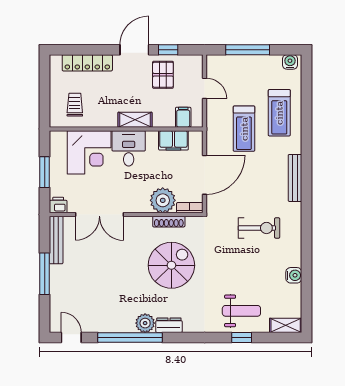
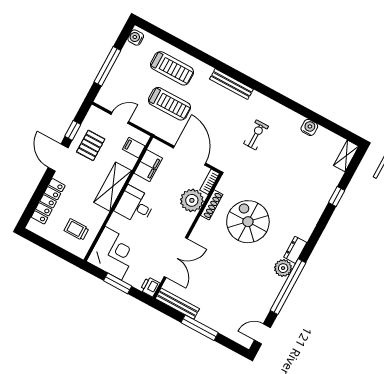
pallet: (163, 75) -> (91, 145), turned 90
shelving: (135, 120) -> (113, 187), width x1.50, depth x1.33
corner desk: (89, 152) -> (113, 253), moved
exercise bike: (259, 228) -> (256, 135), width x0.73, depth x0.72
weight bench: (241, 311) -> (315, 185), removed

